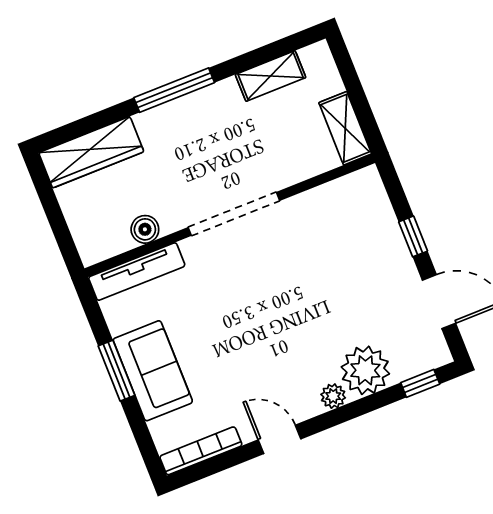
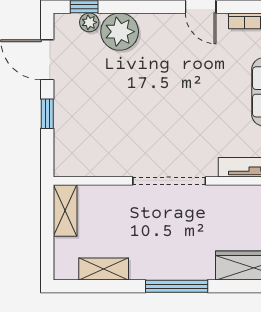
boiler: (145, 229) -> (237, 195), removed
plant: (333, 396) -> (89, 22), moved

